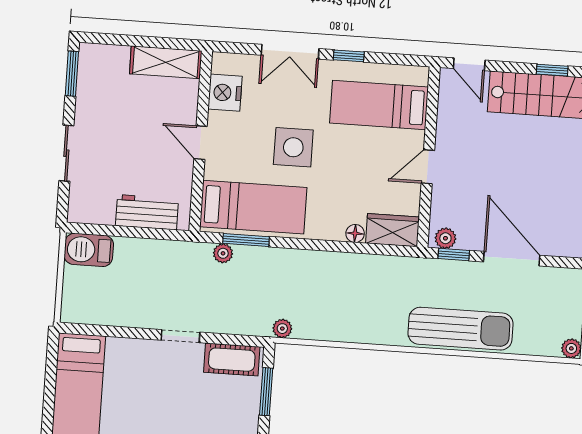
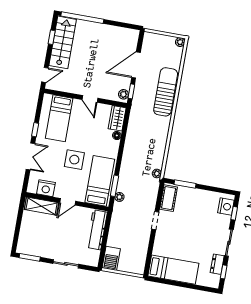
shelving: (166, 62) -> (42, 206), moved, turned 90
workbench: (147, 212) -> (97, 230), width x1.38

